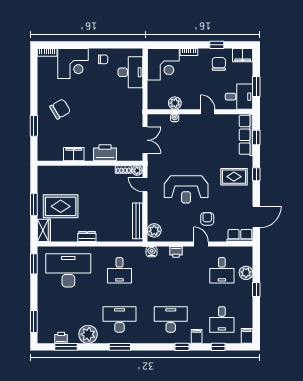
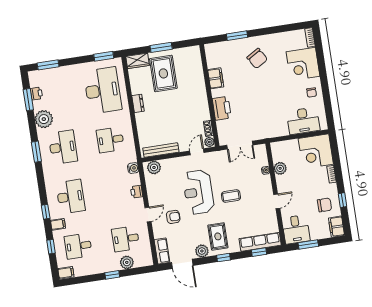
coffee table: (195, 157) -> (231, 196), added
plant: (246, 195) -> (202, 251), added

